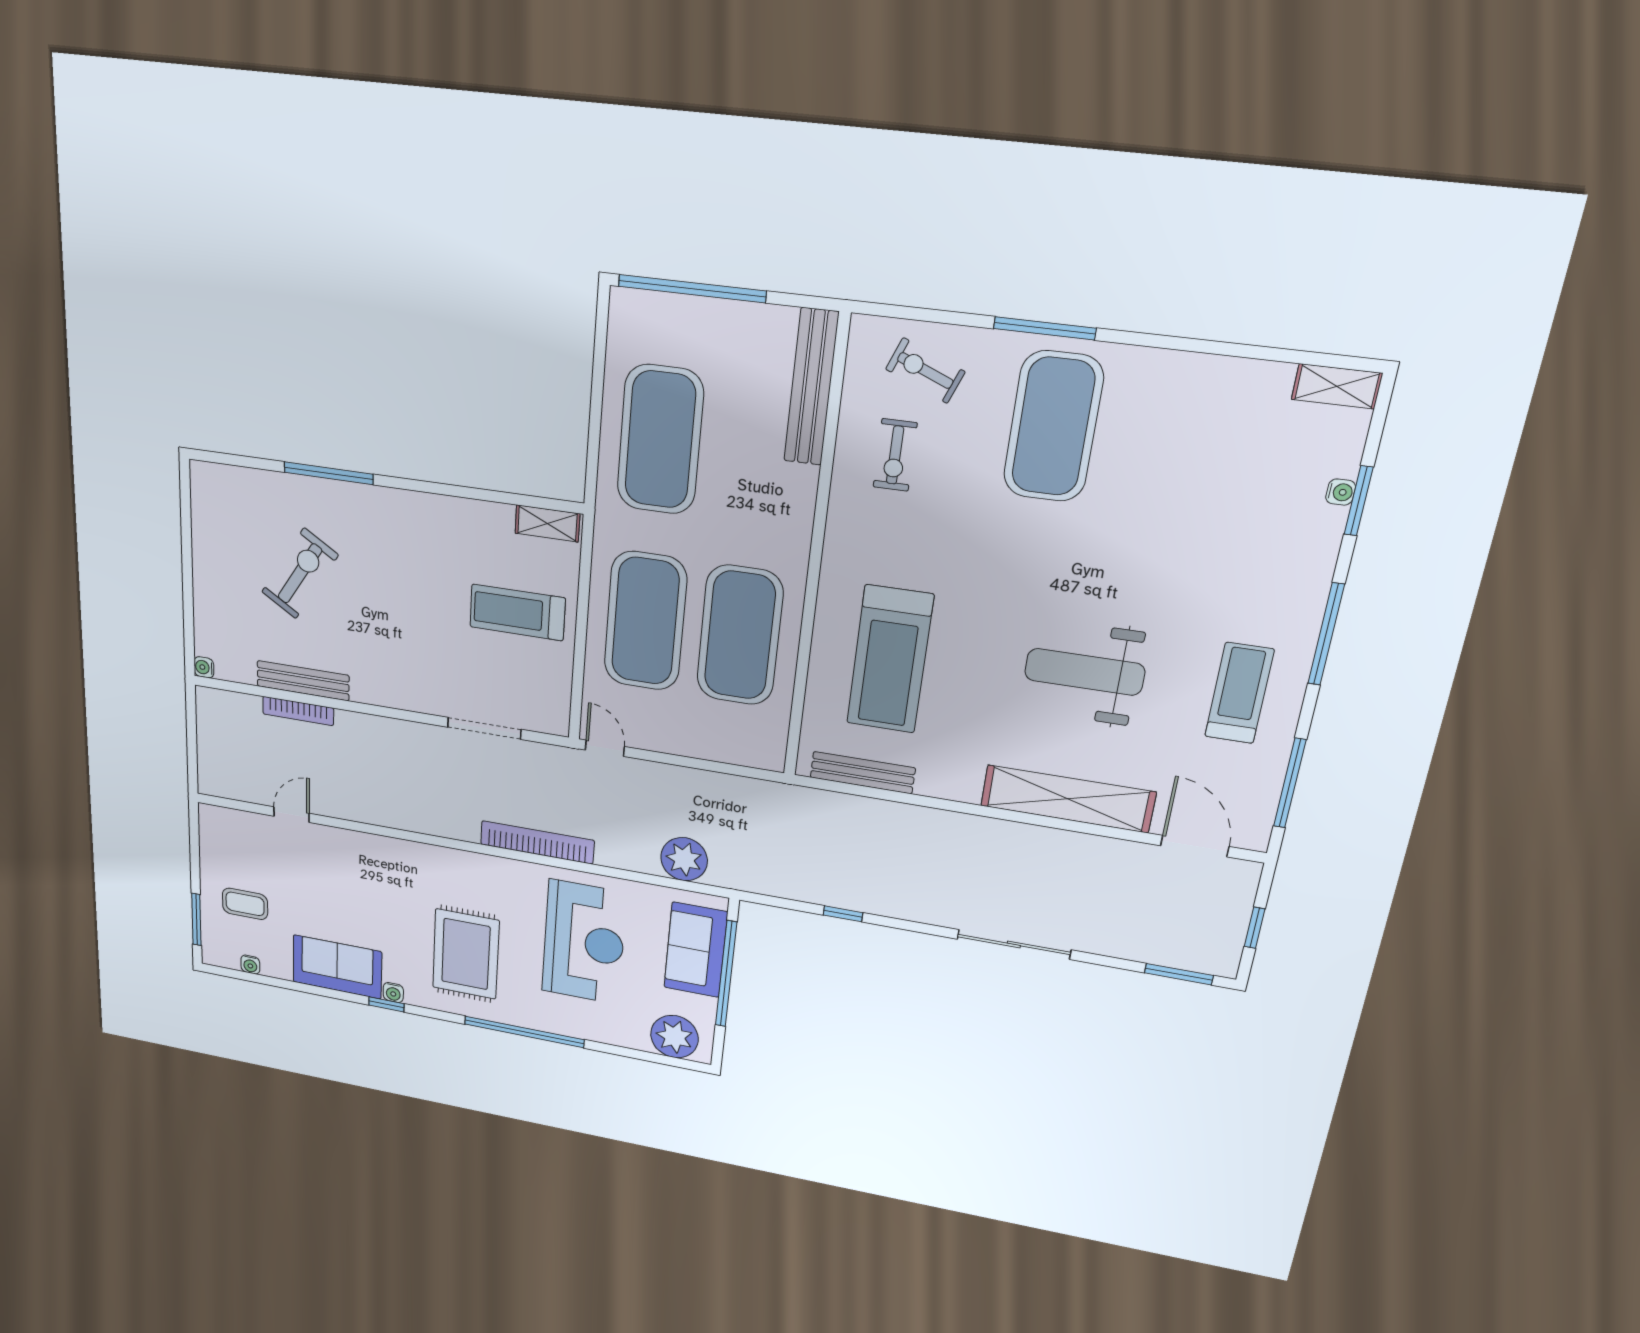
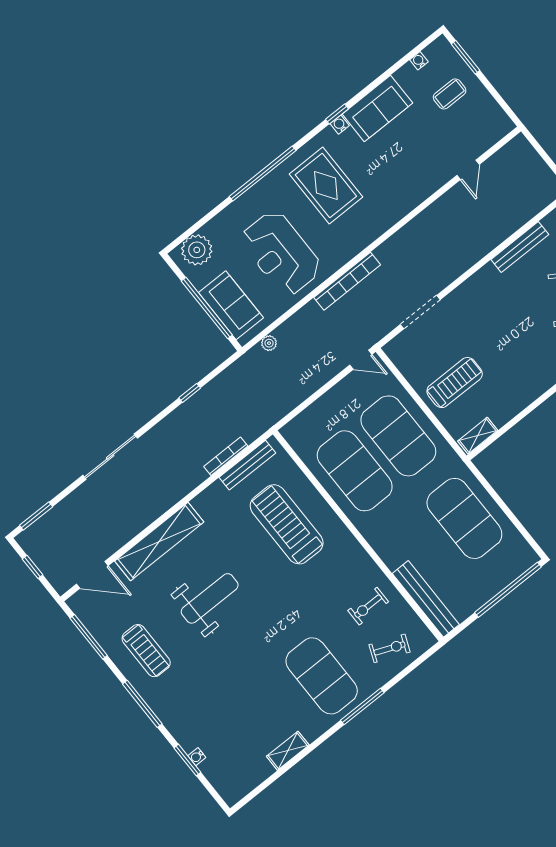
shelving: (1337, 386) -> (288, 751), moved
exercise bike: (895, 455) -> (368, 606), turned -90
bookcase: (298, 711) -> (226, 456), moved
plant: (684, 859) -> (269, 343), width x0.53, depth x0.53

